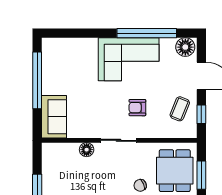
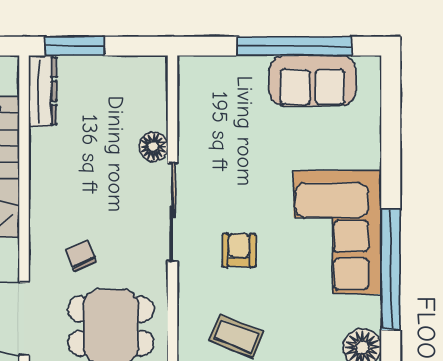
sofa: (54, 117) -> (313, 81), moved
sliding door: (119, 140) -> (173, 212), width x1.37

